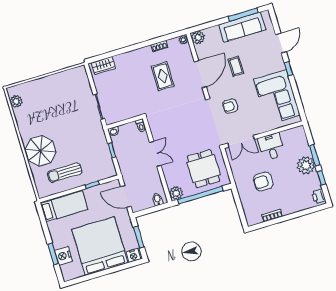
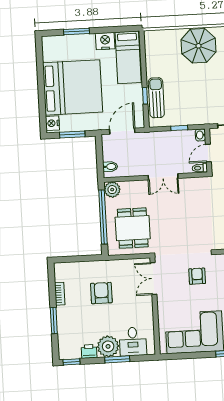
door: (127, 121) -> (208, 153), added
desk: (271, 147) -> (133, 342), moved, turned 90
dining table: (204, 169) -> (133, 228), turned 90
sun lounger: (65, 173) -> (156, 98), moved
window: (321, 178) -> (71, 362), moved
printer: (319, 196) -> (89, 351), moved
window: (295, 215) -> (54, 321), added
nightstand: (63, 256) -> (105, 41), moved

